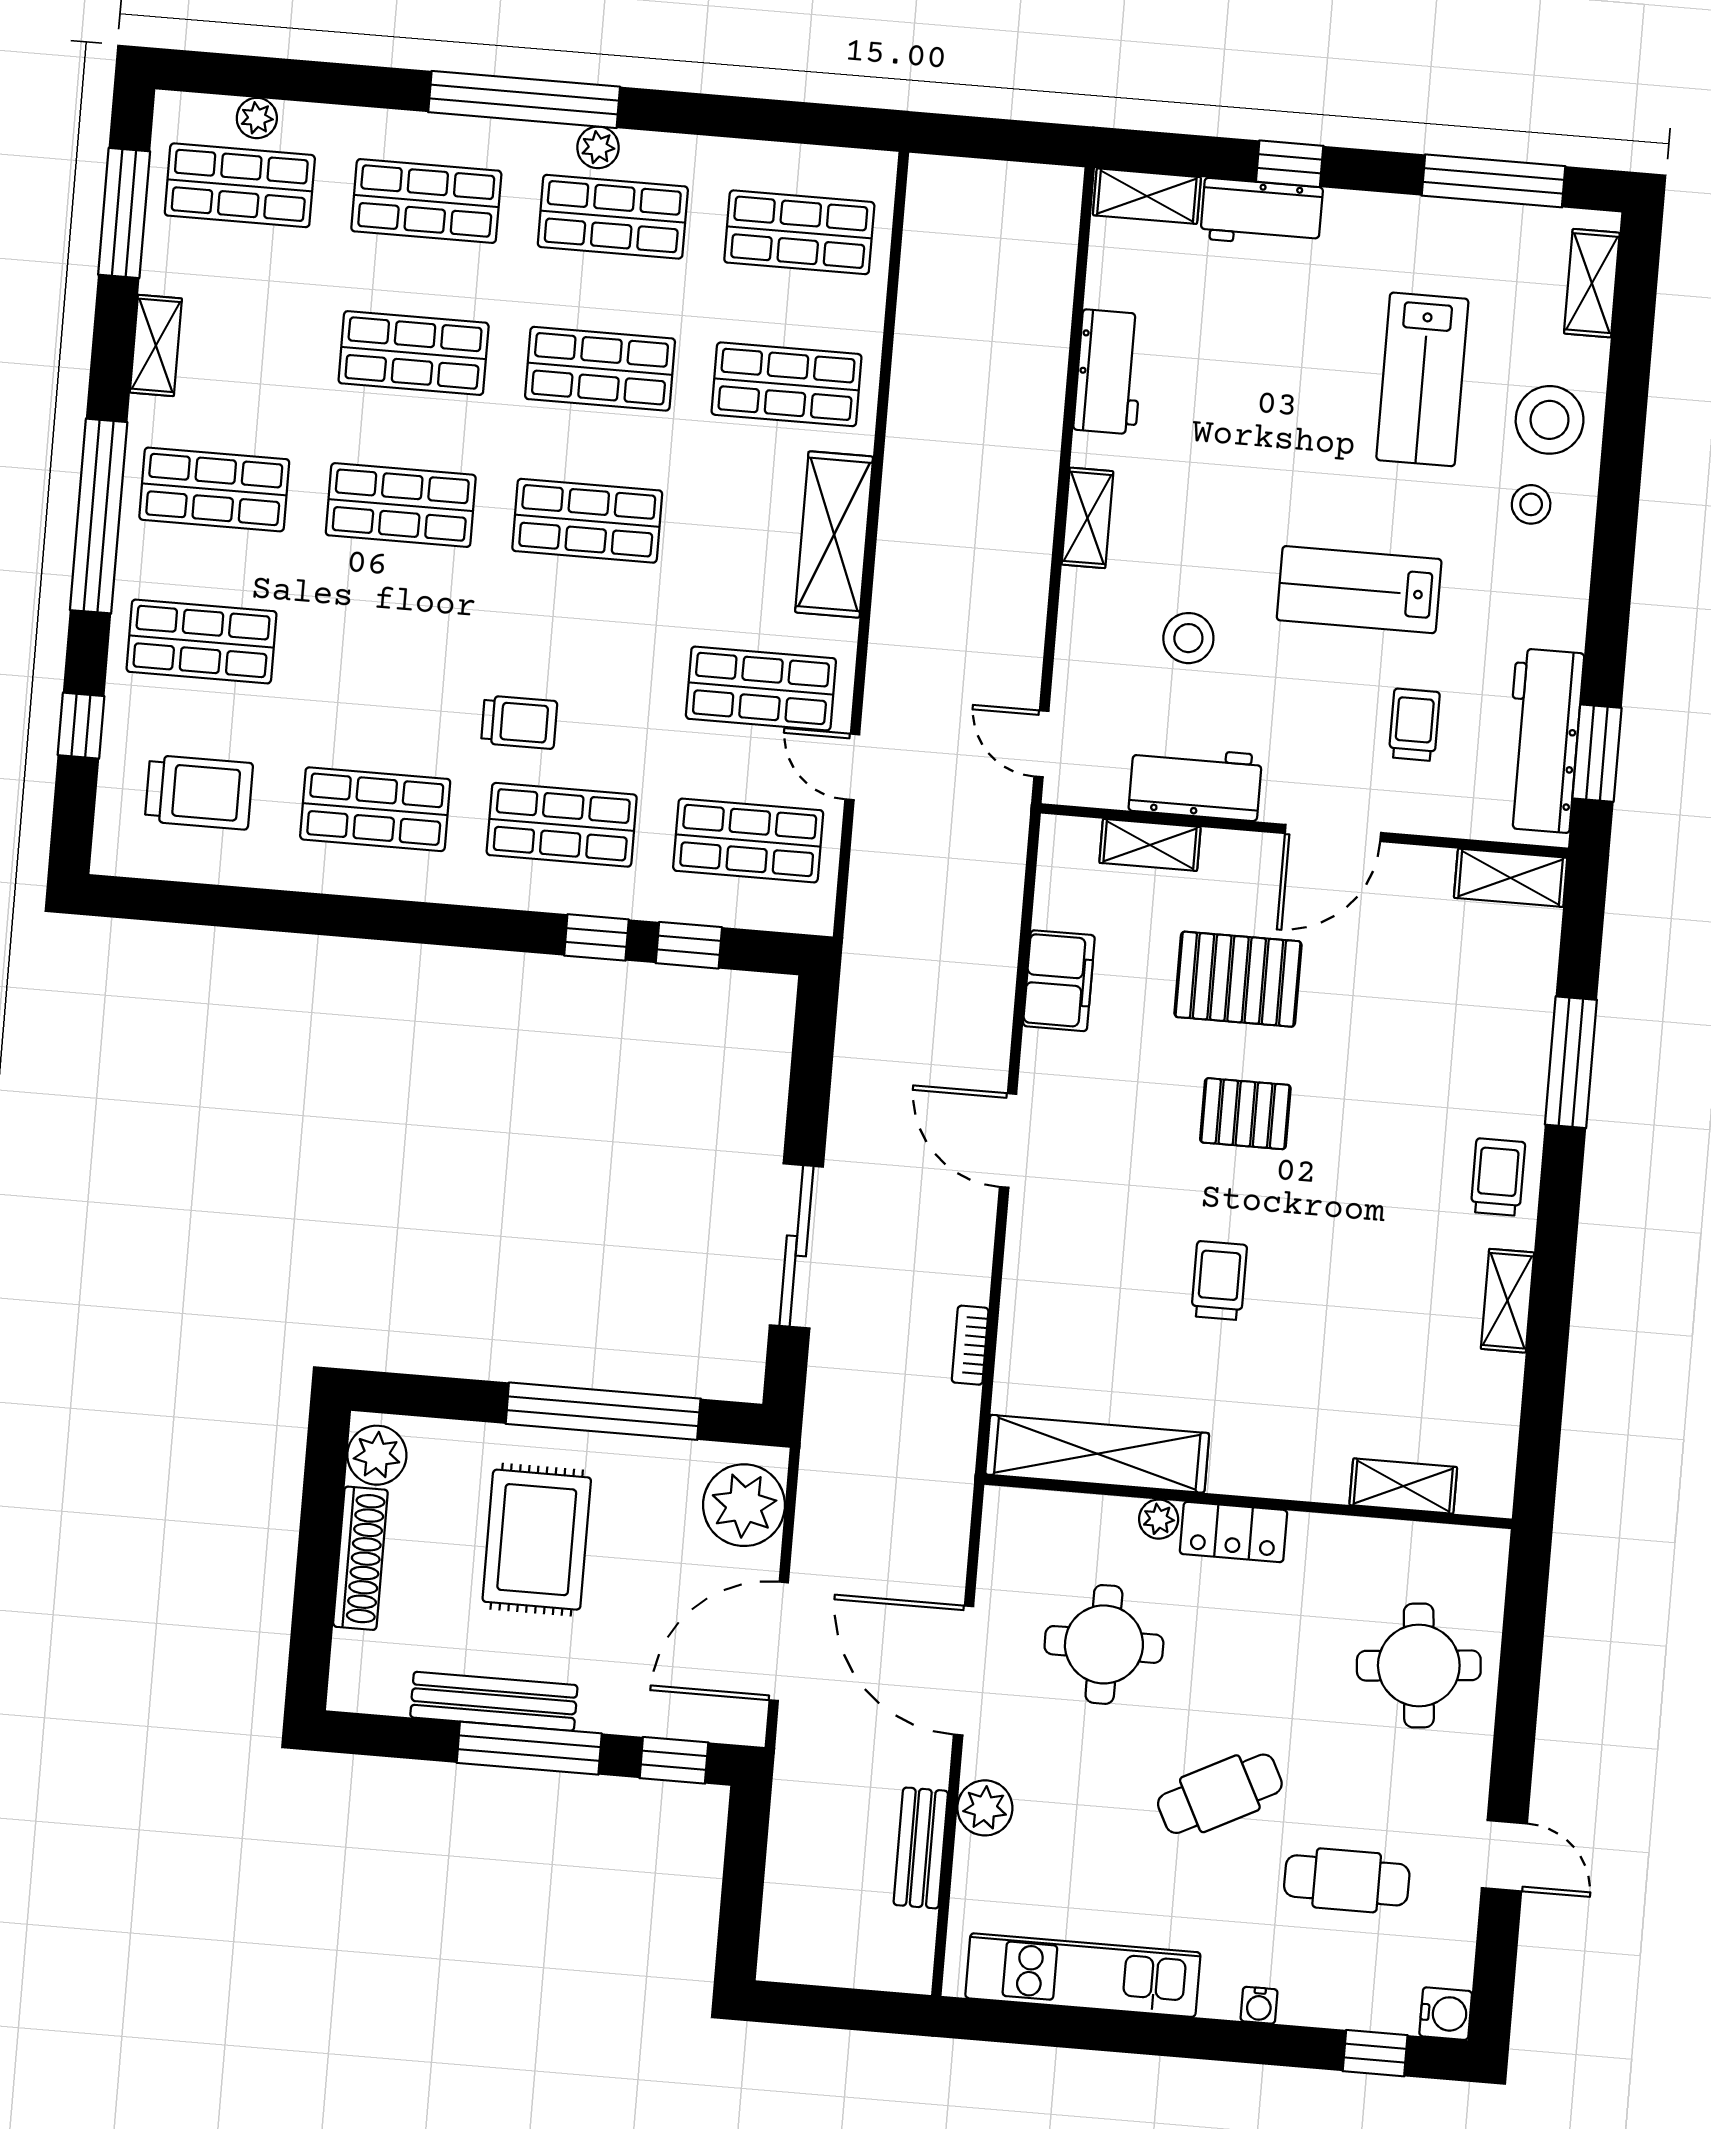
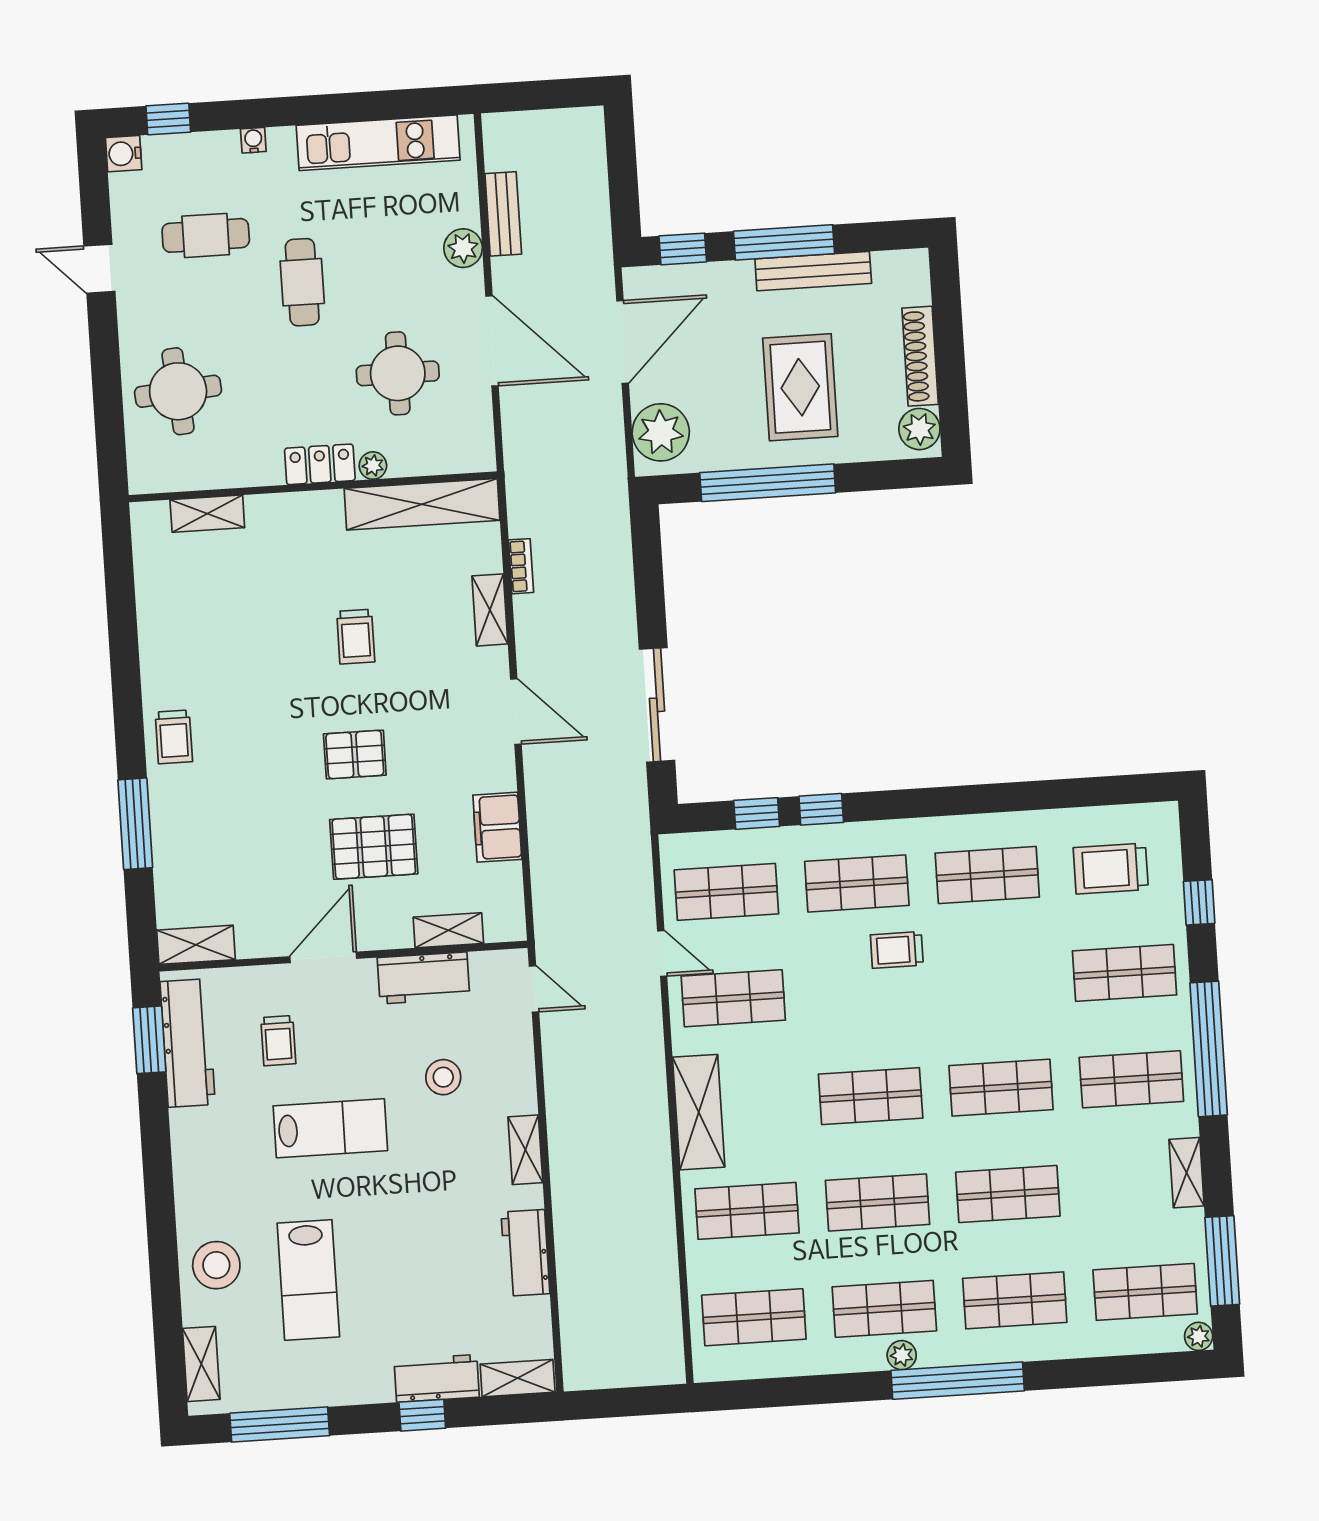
plant: (257, 118) -> (1199, 1336), moved
lab bench: (1422, 379) -> (308, 1280), turned 180
stool: (1531, 504) -> (220, 1205), removed
sliding door: (796, 1246) -> (657, 705), moved
shelving: (1507, 1301) -> (490, 610), moved
cafe table: (1220, 1794) -> (302, 282), turned -63

